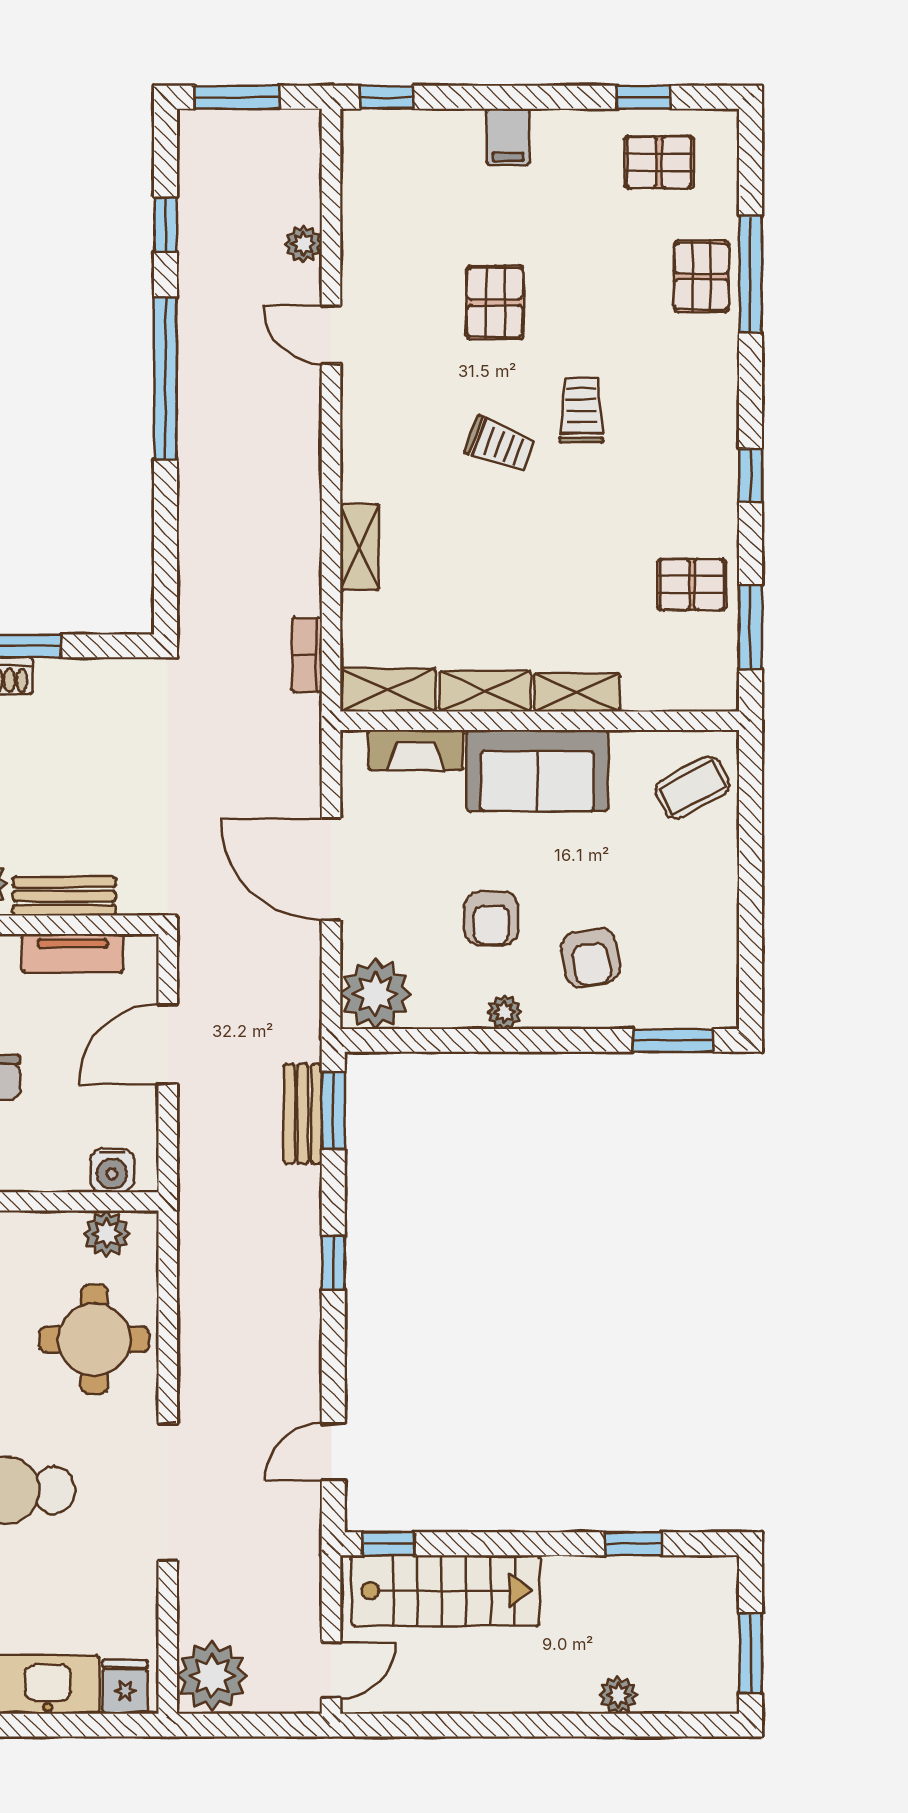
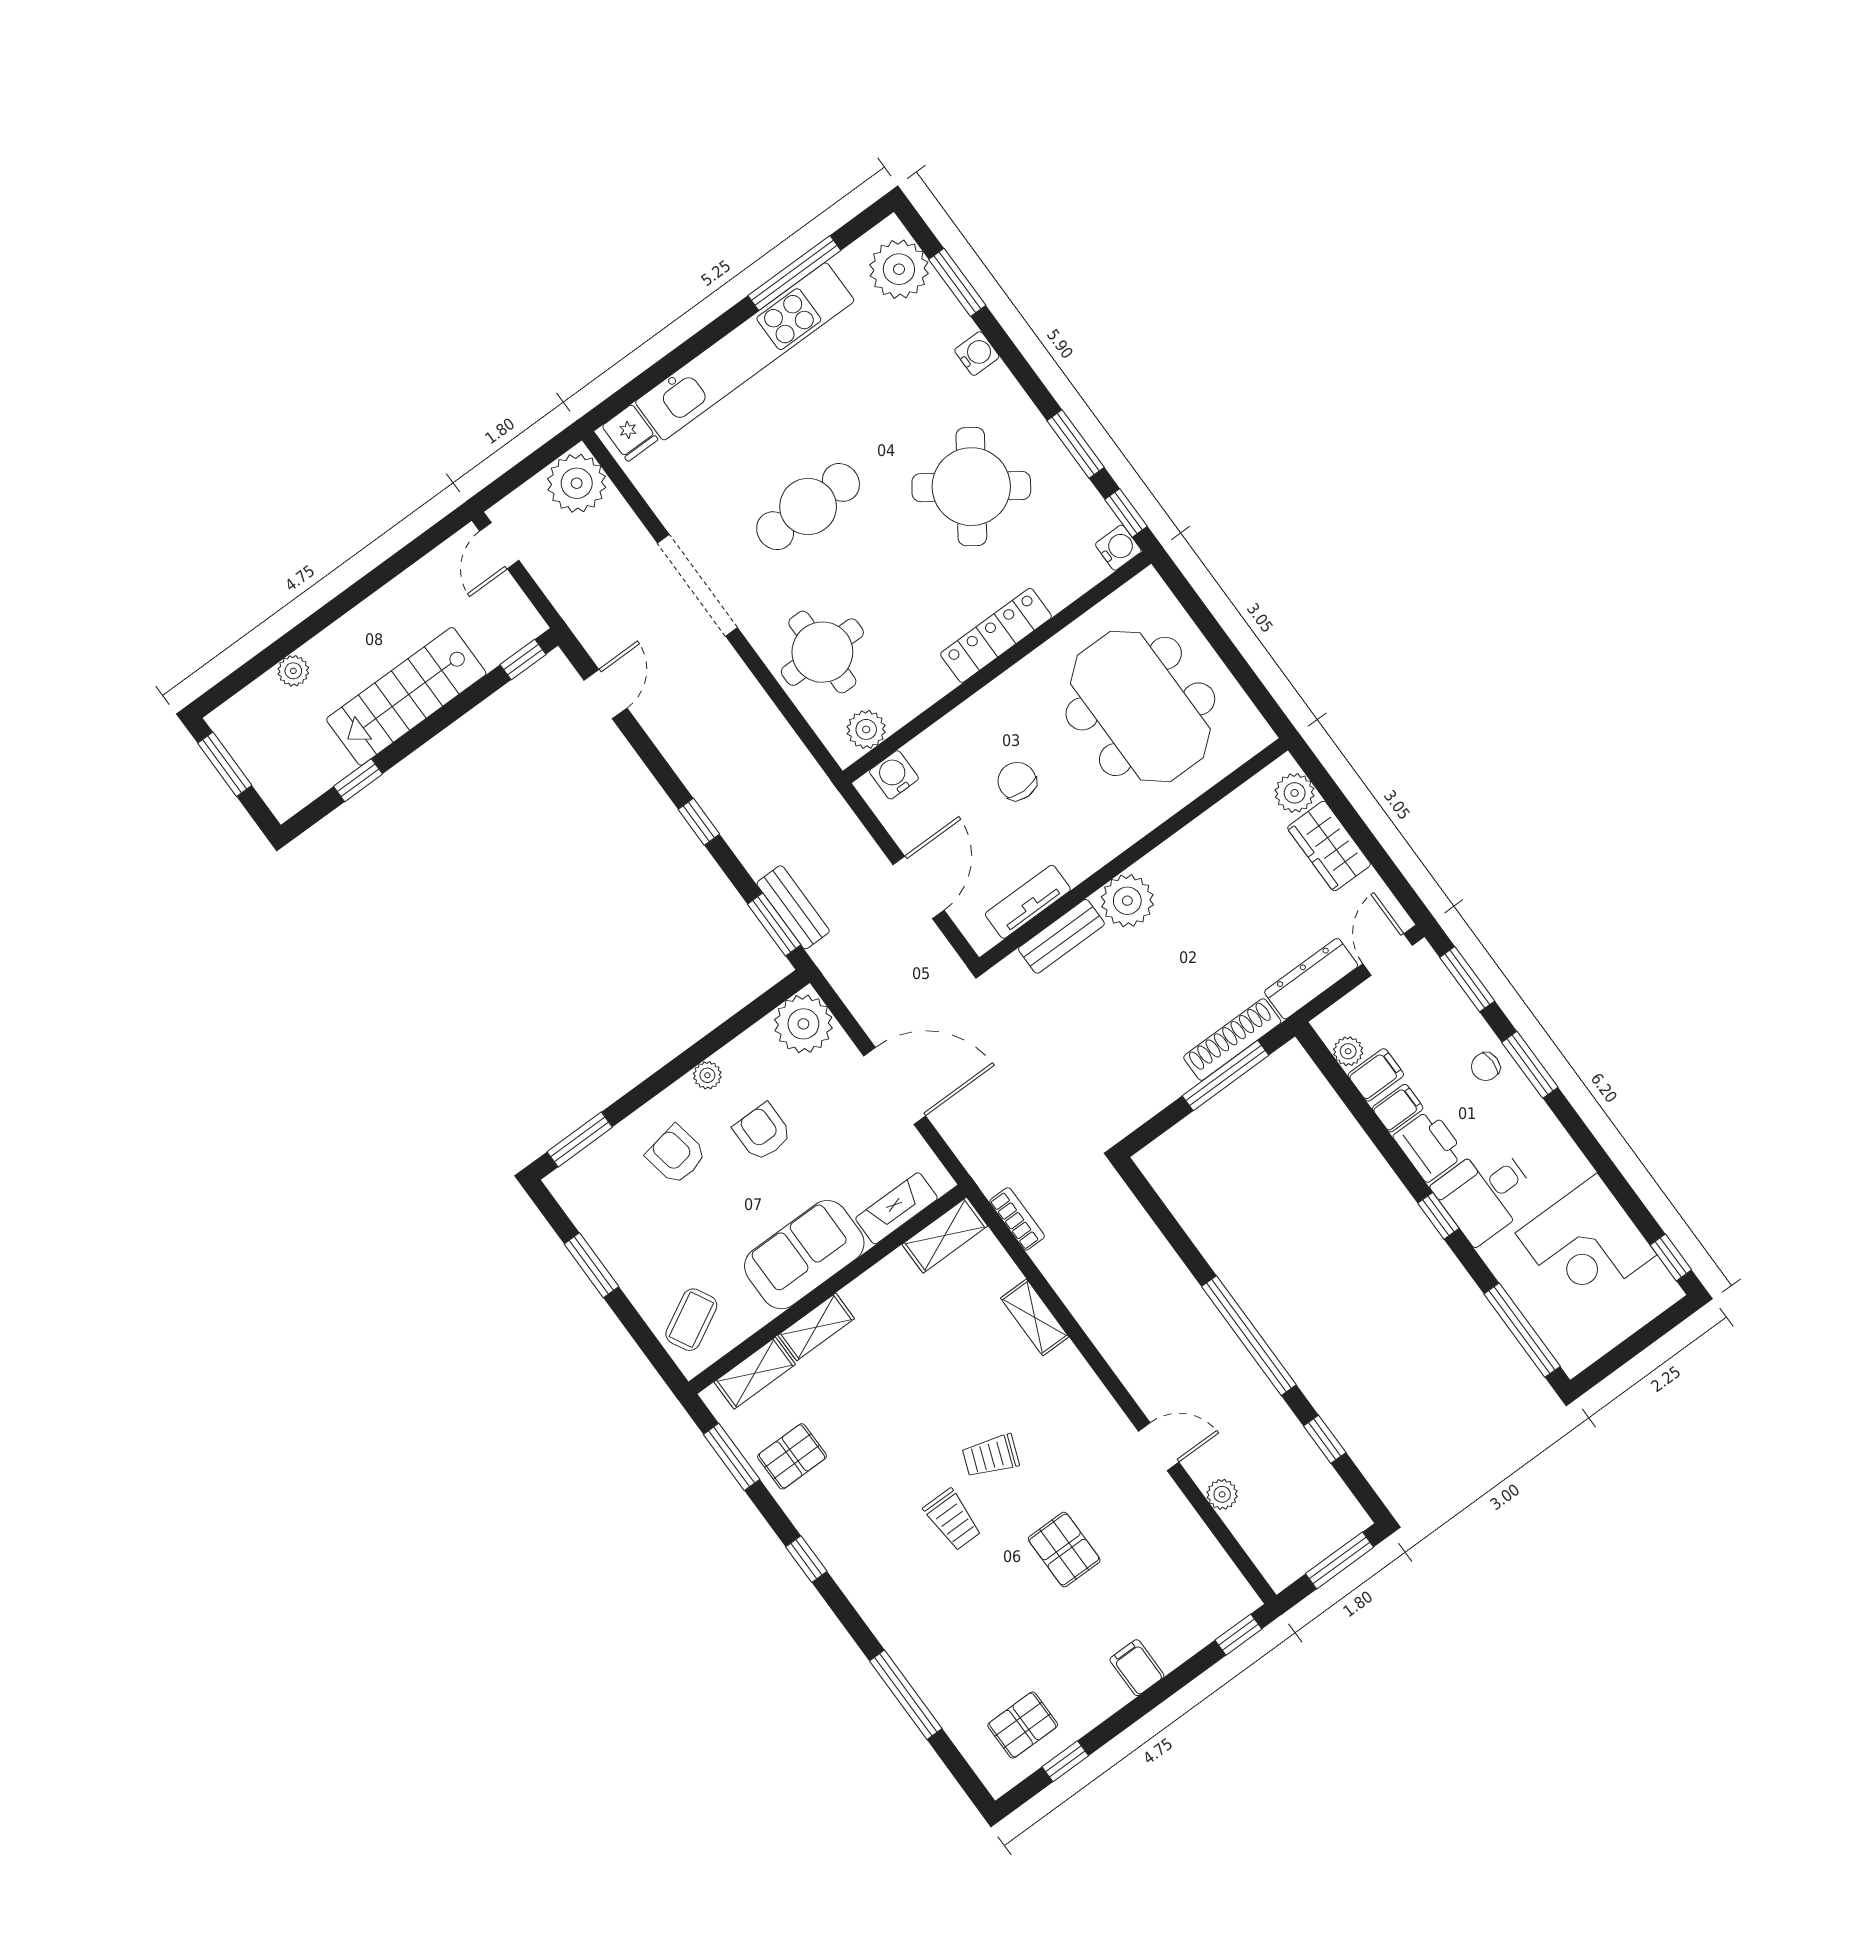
pallet: (701, 277) -> (938, 1669), removed
shelving: (485, 691) -> (755, 1373), moved
window: (750, 911) -> (591, 1265), added
stairs: (446, 1591) -> (406, 696), moved

